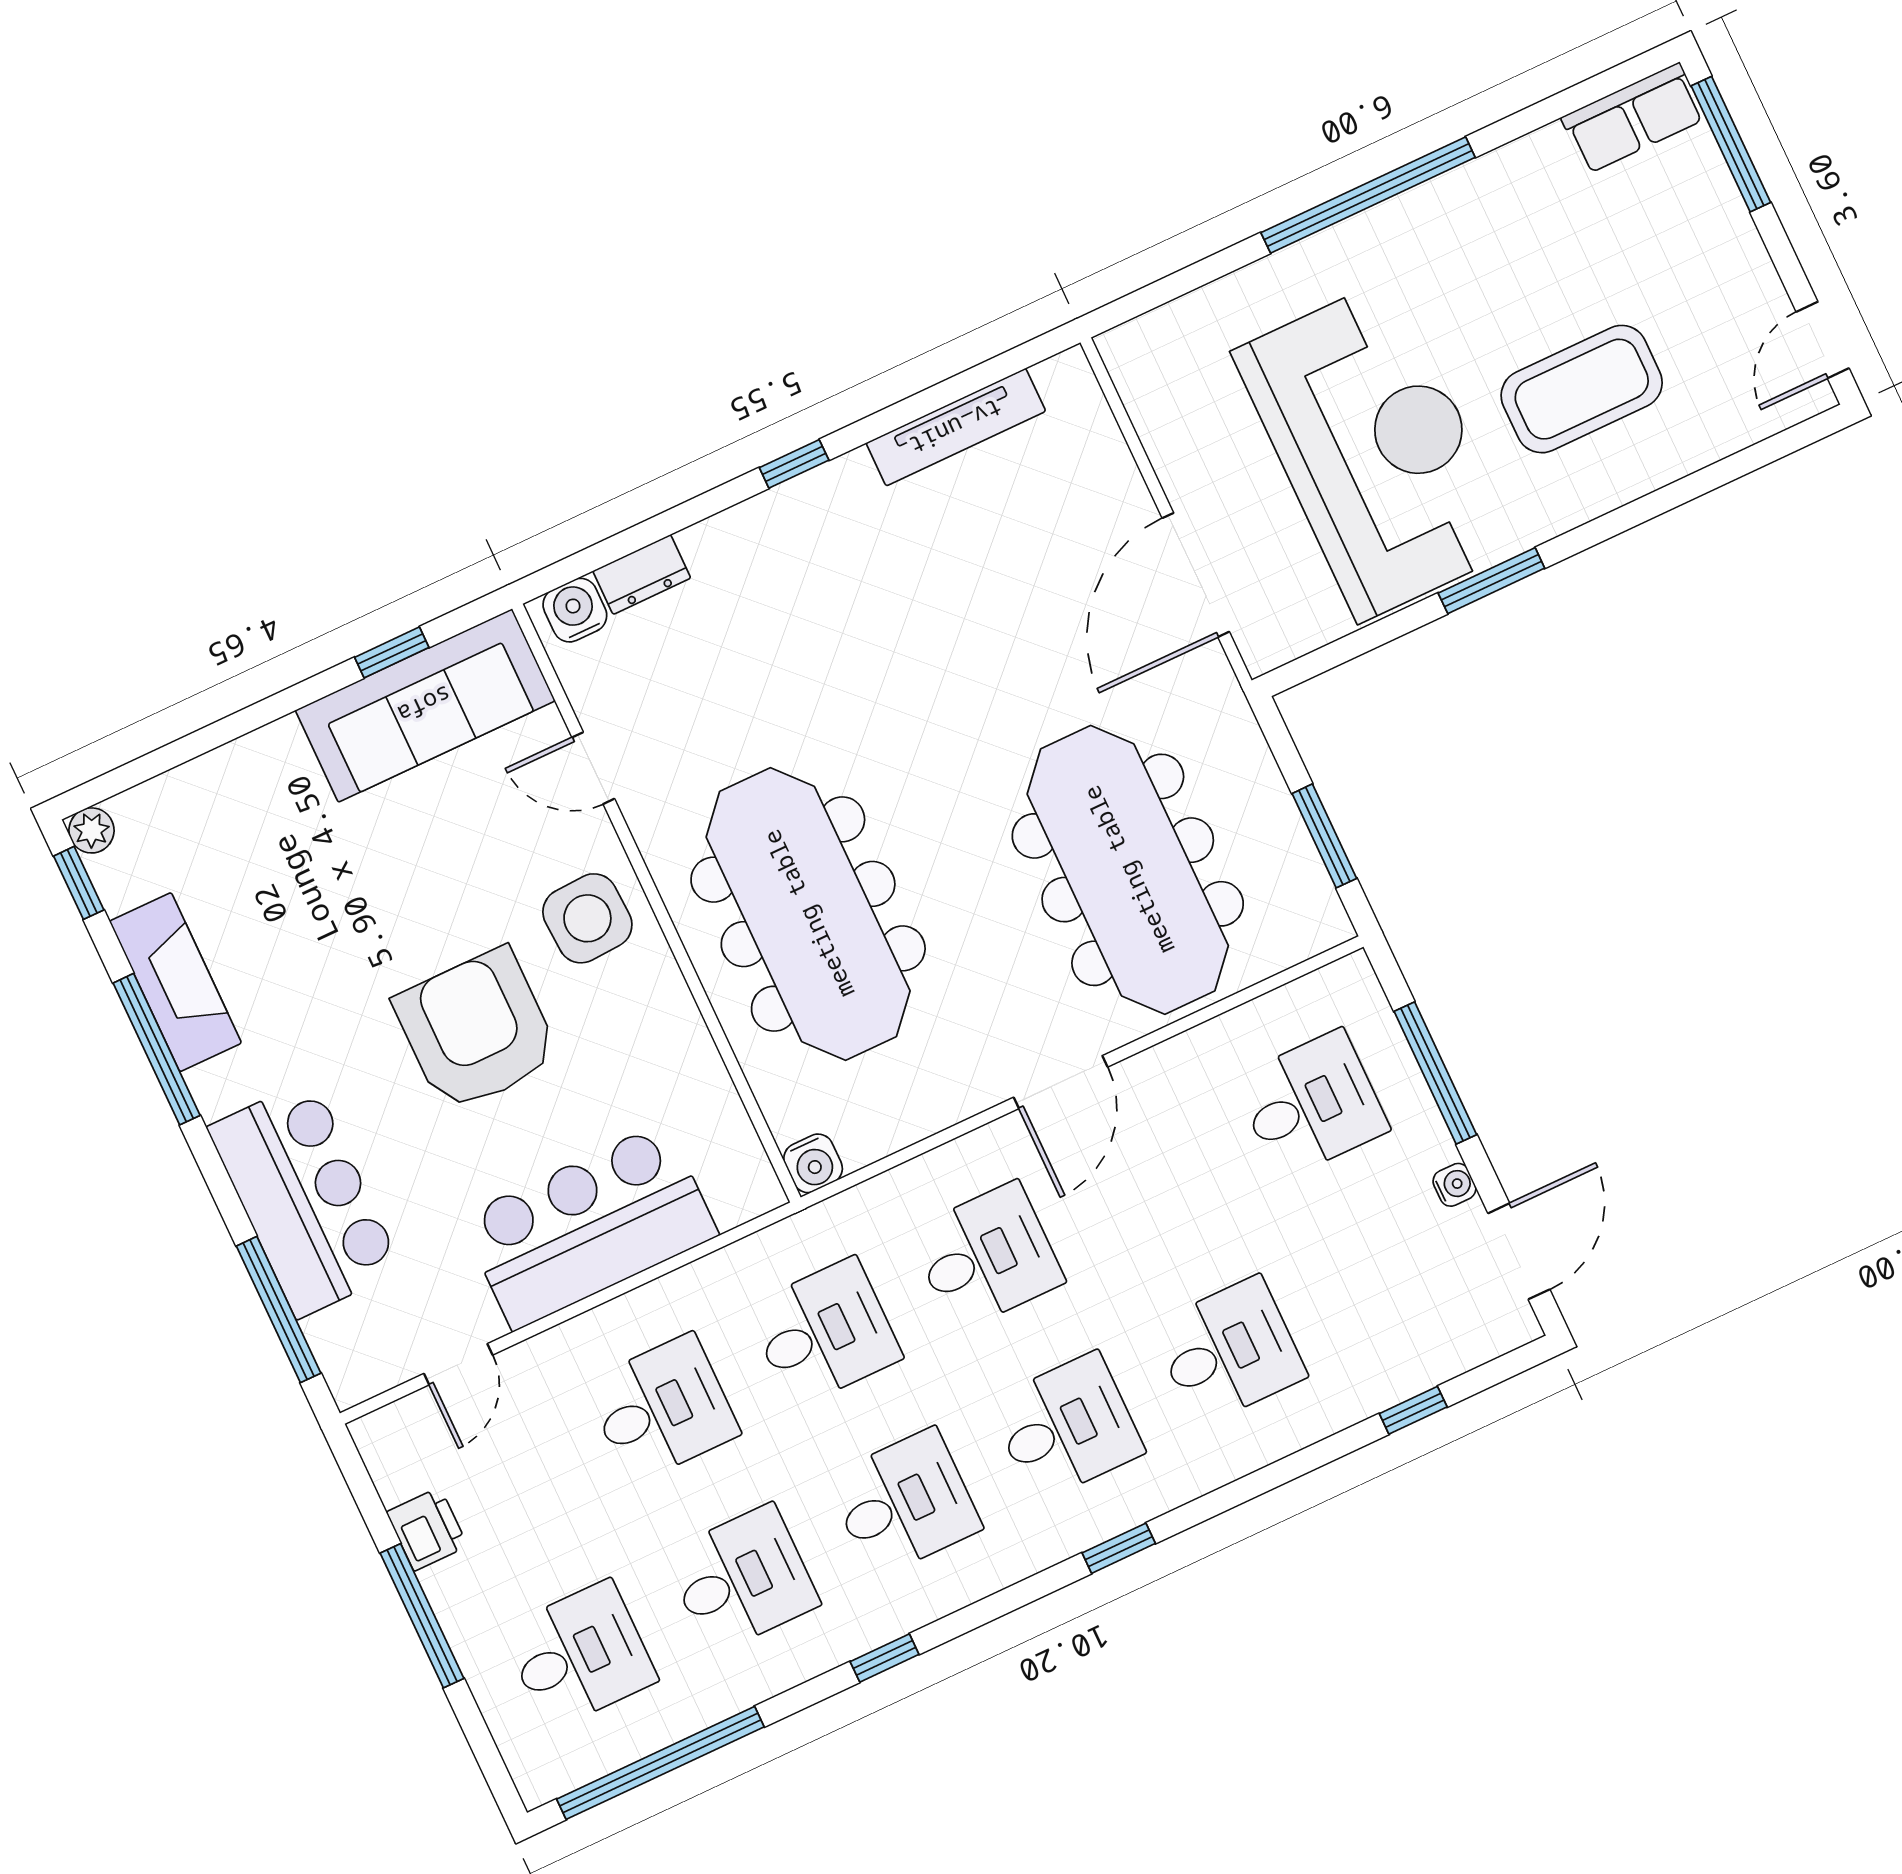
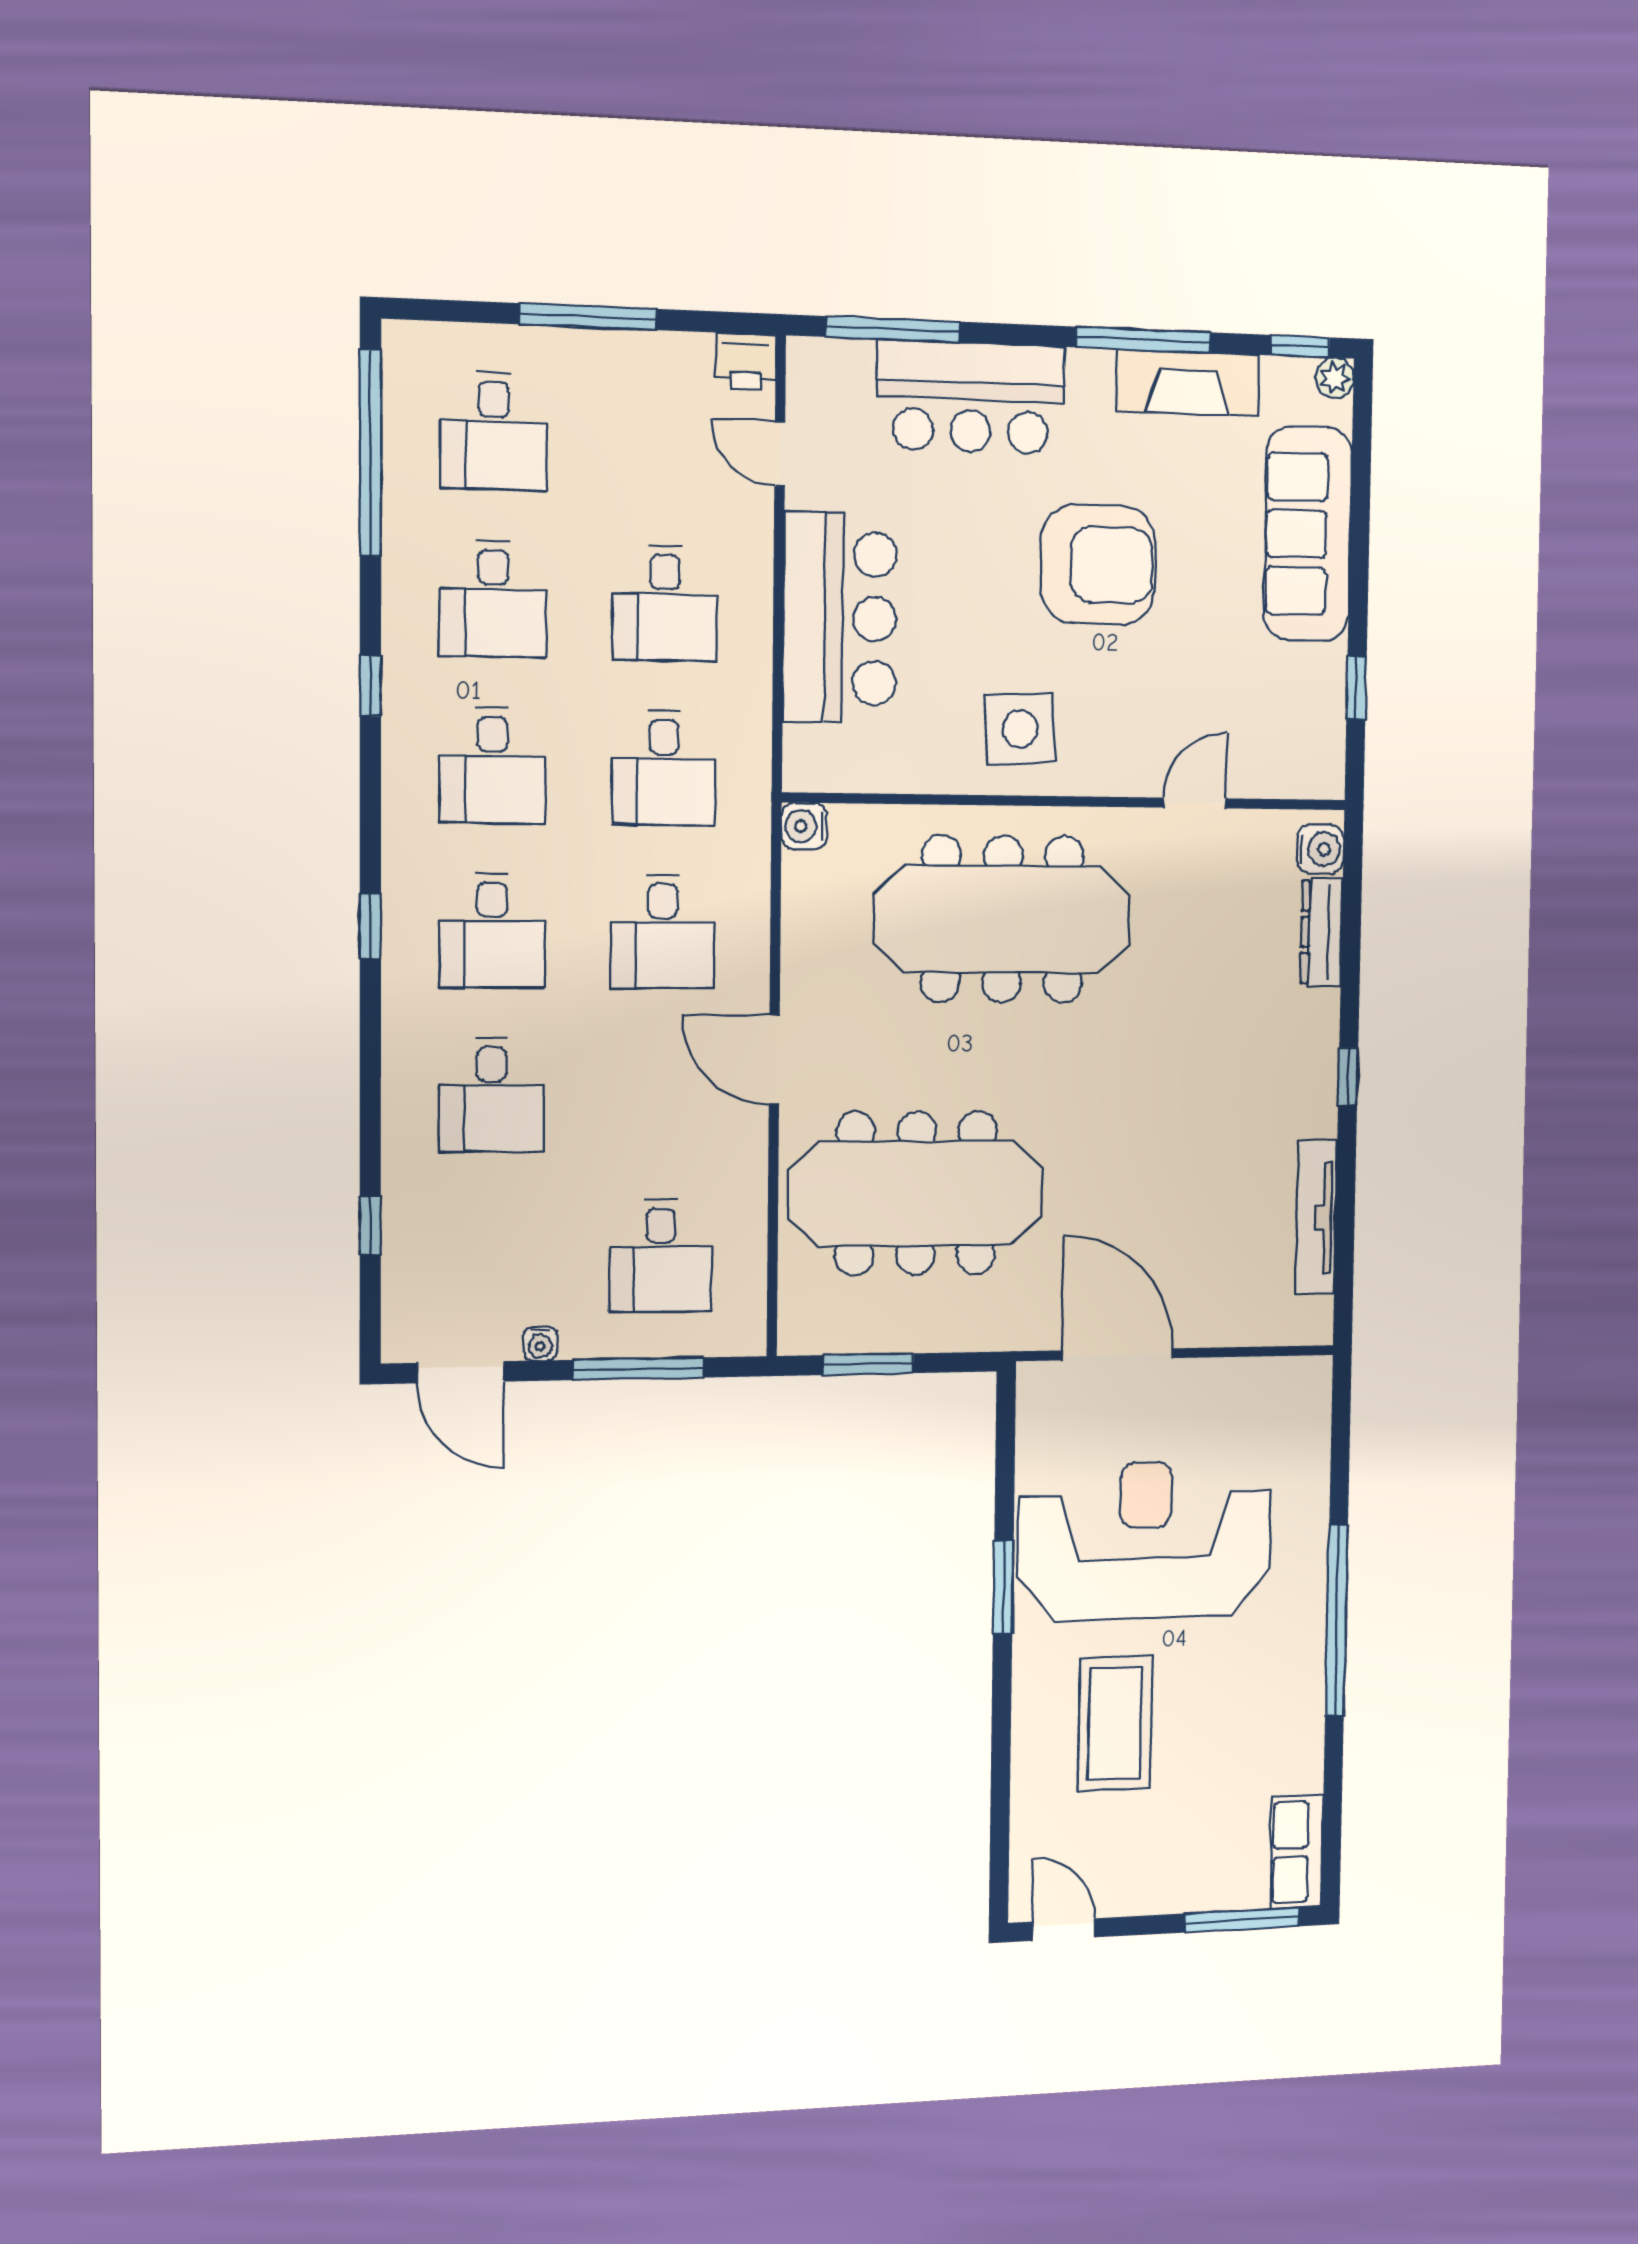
reception desk: (1376, 450) -> (1145, 1540), turned 180
dresser: (642, 574) -> (1322, 932), width x1.44
sofa: (425, 705) -> (1308, 534), moved
side table: (587, 918) -> (1020, 729), moved
armchair: (477, 1030) -> (1098, 565), moved
printer: (427, 1529) -> (746, 362), moved

